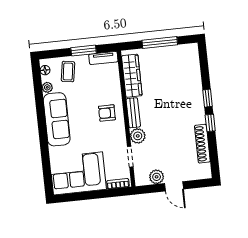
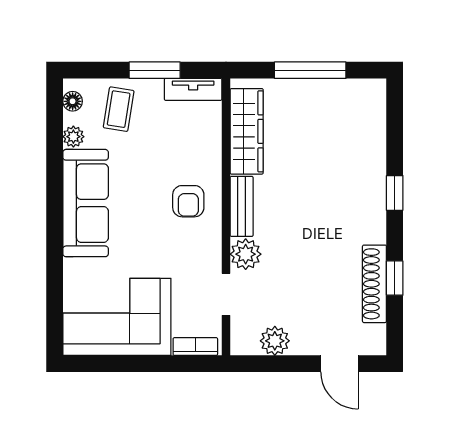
armchair: (107, 113) -> (188, 201), turned -90
window: (210, 123) -> (395, 278), moved
door: (174, 186) -> (340, 364), moved

